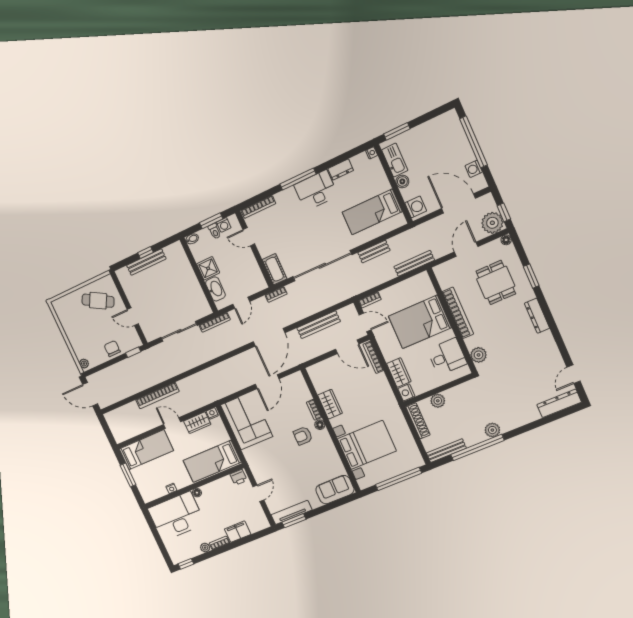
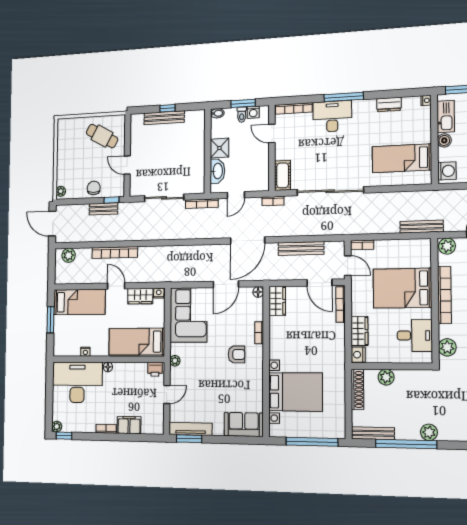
desk: (316, 190) -> (332, 116), moved
bench: (374, 252) -> (103, 209), moved
plant: (443, 271) -> (447, 246), added
wardrobe: (330, 404) -> (277, 301), moved
plant: (118, 415) -> (69, 255), added
floor lamp: (320, 425) -> (258, 292), moved
armchair: (303, 436) -> (236, 354), turned 180
plant: (252, 463) -> (175, 361), added
plant: (205, 548) -> (57, 426), moved

